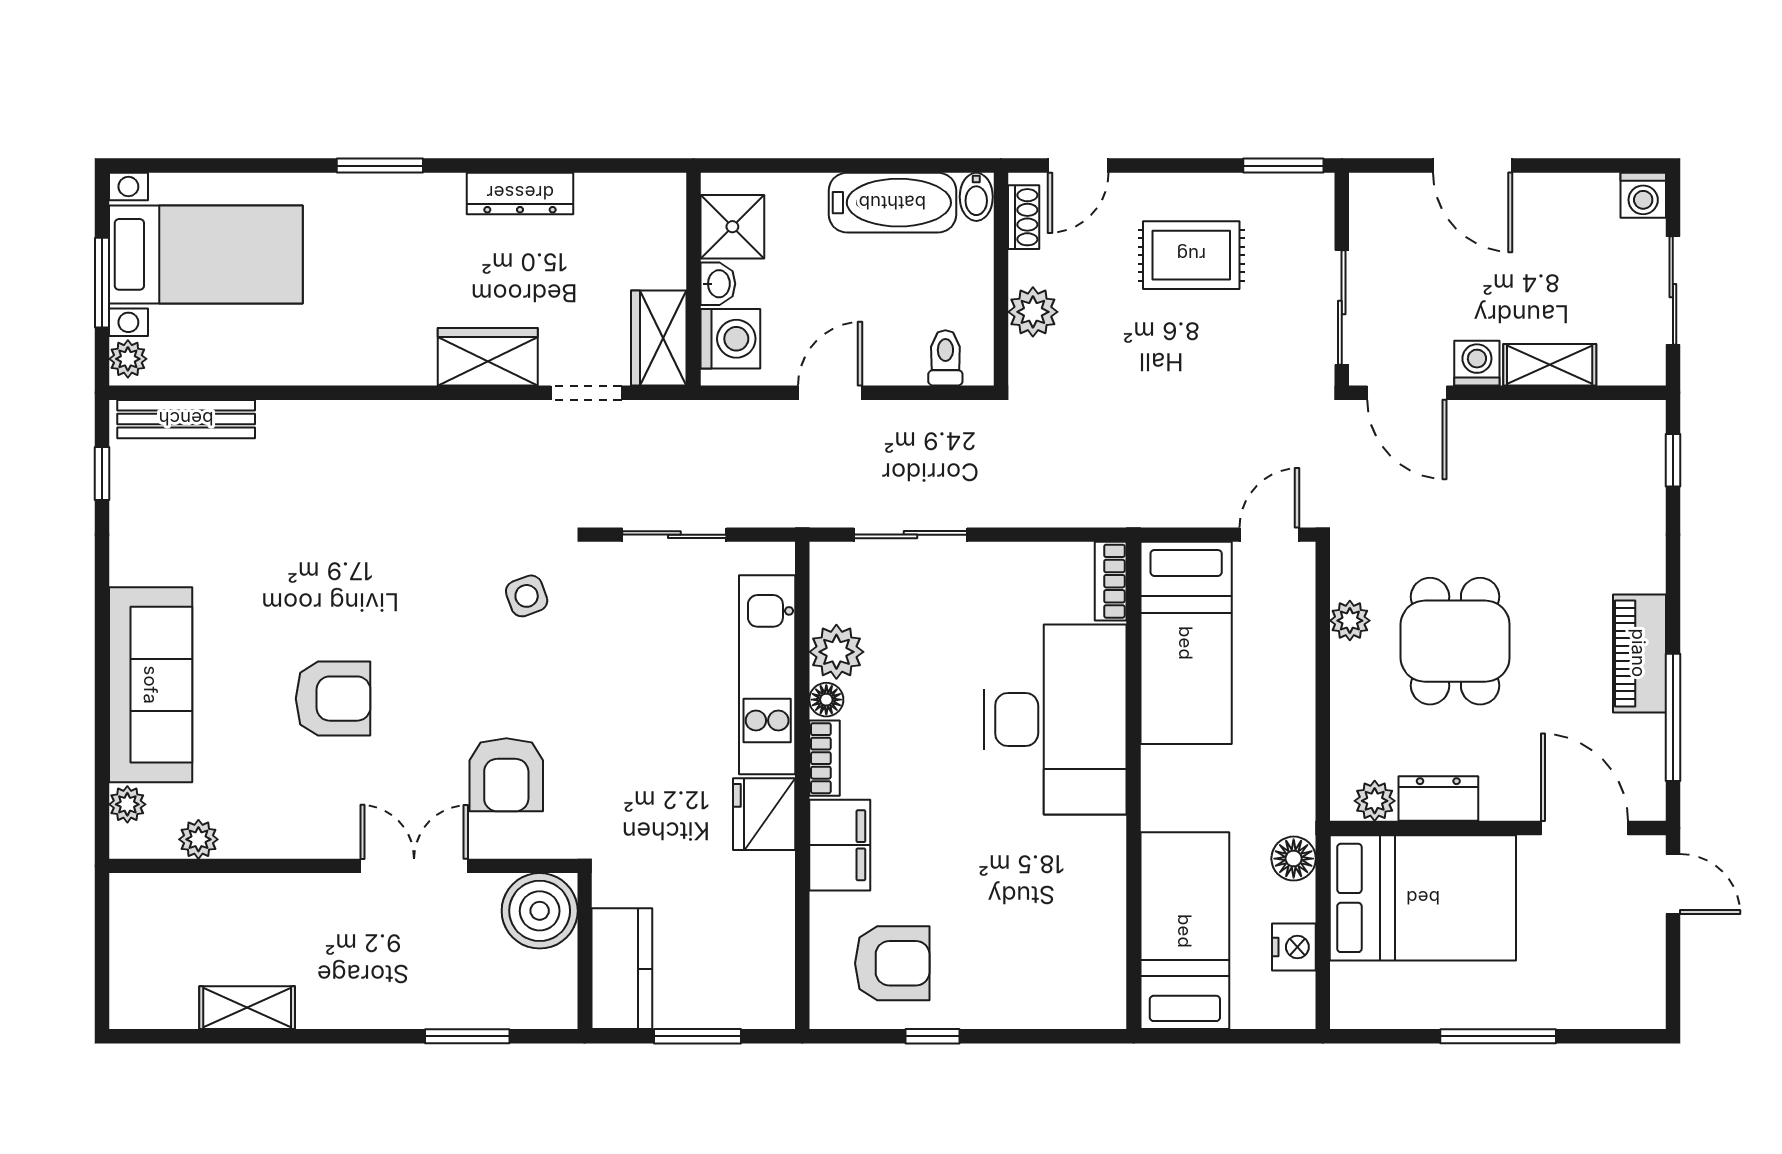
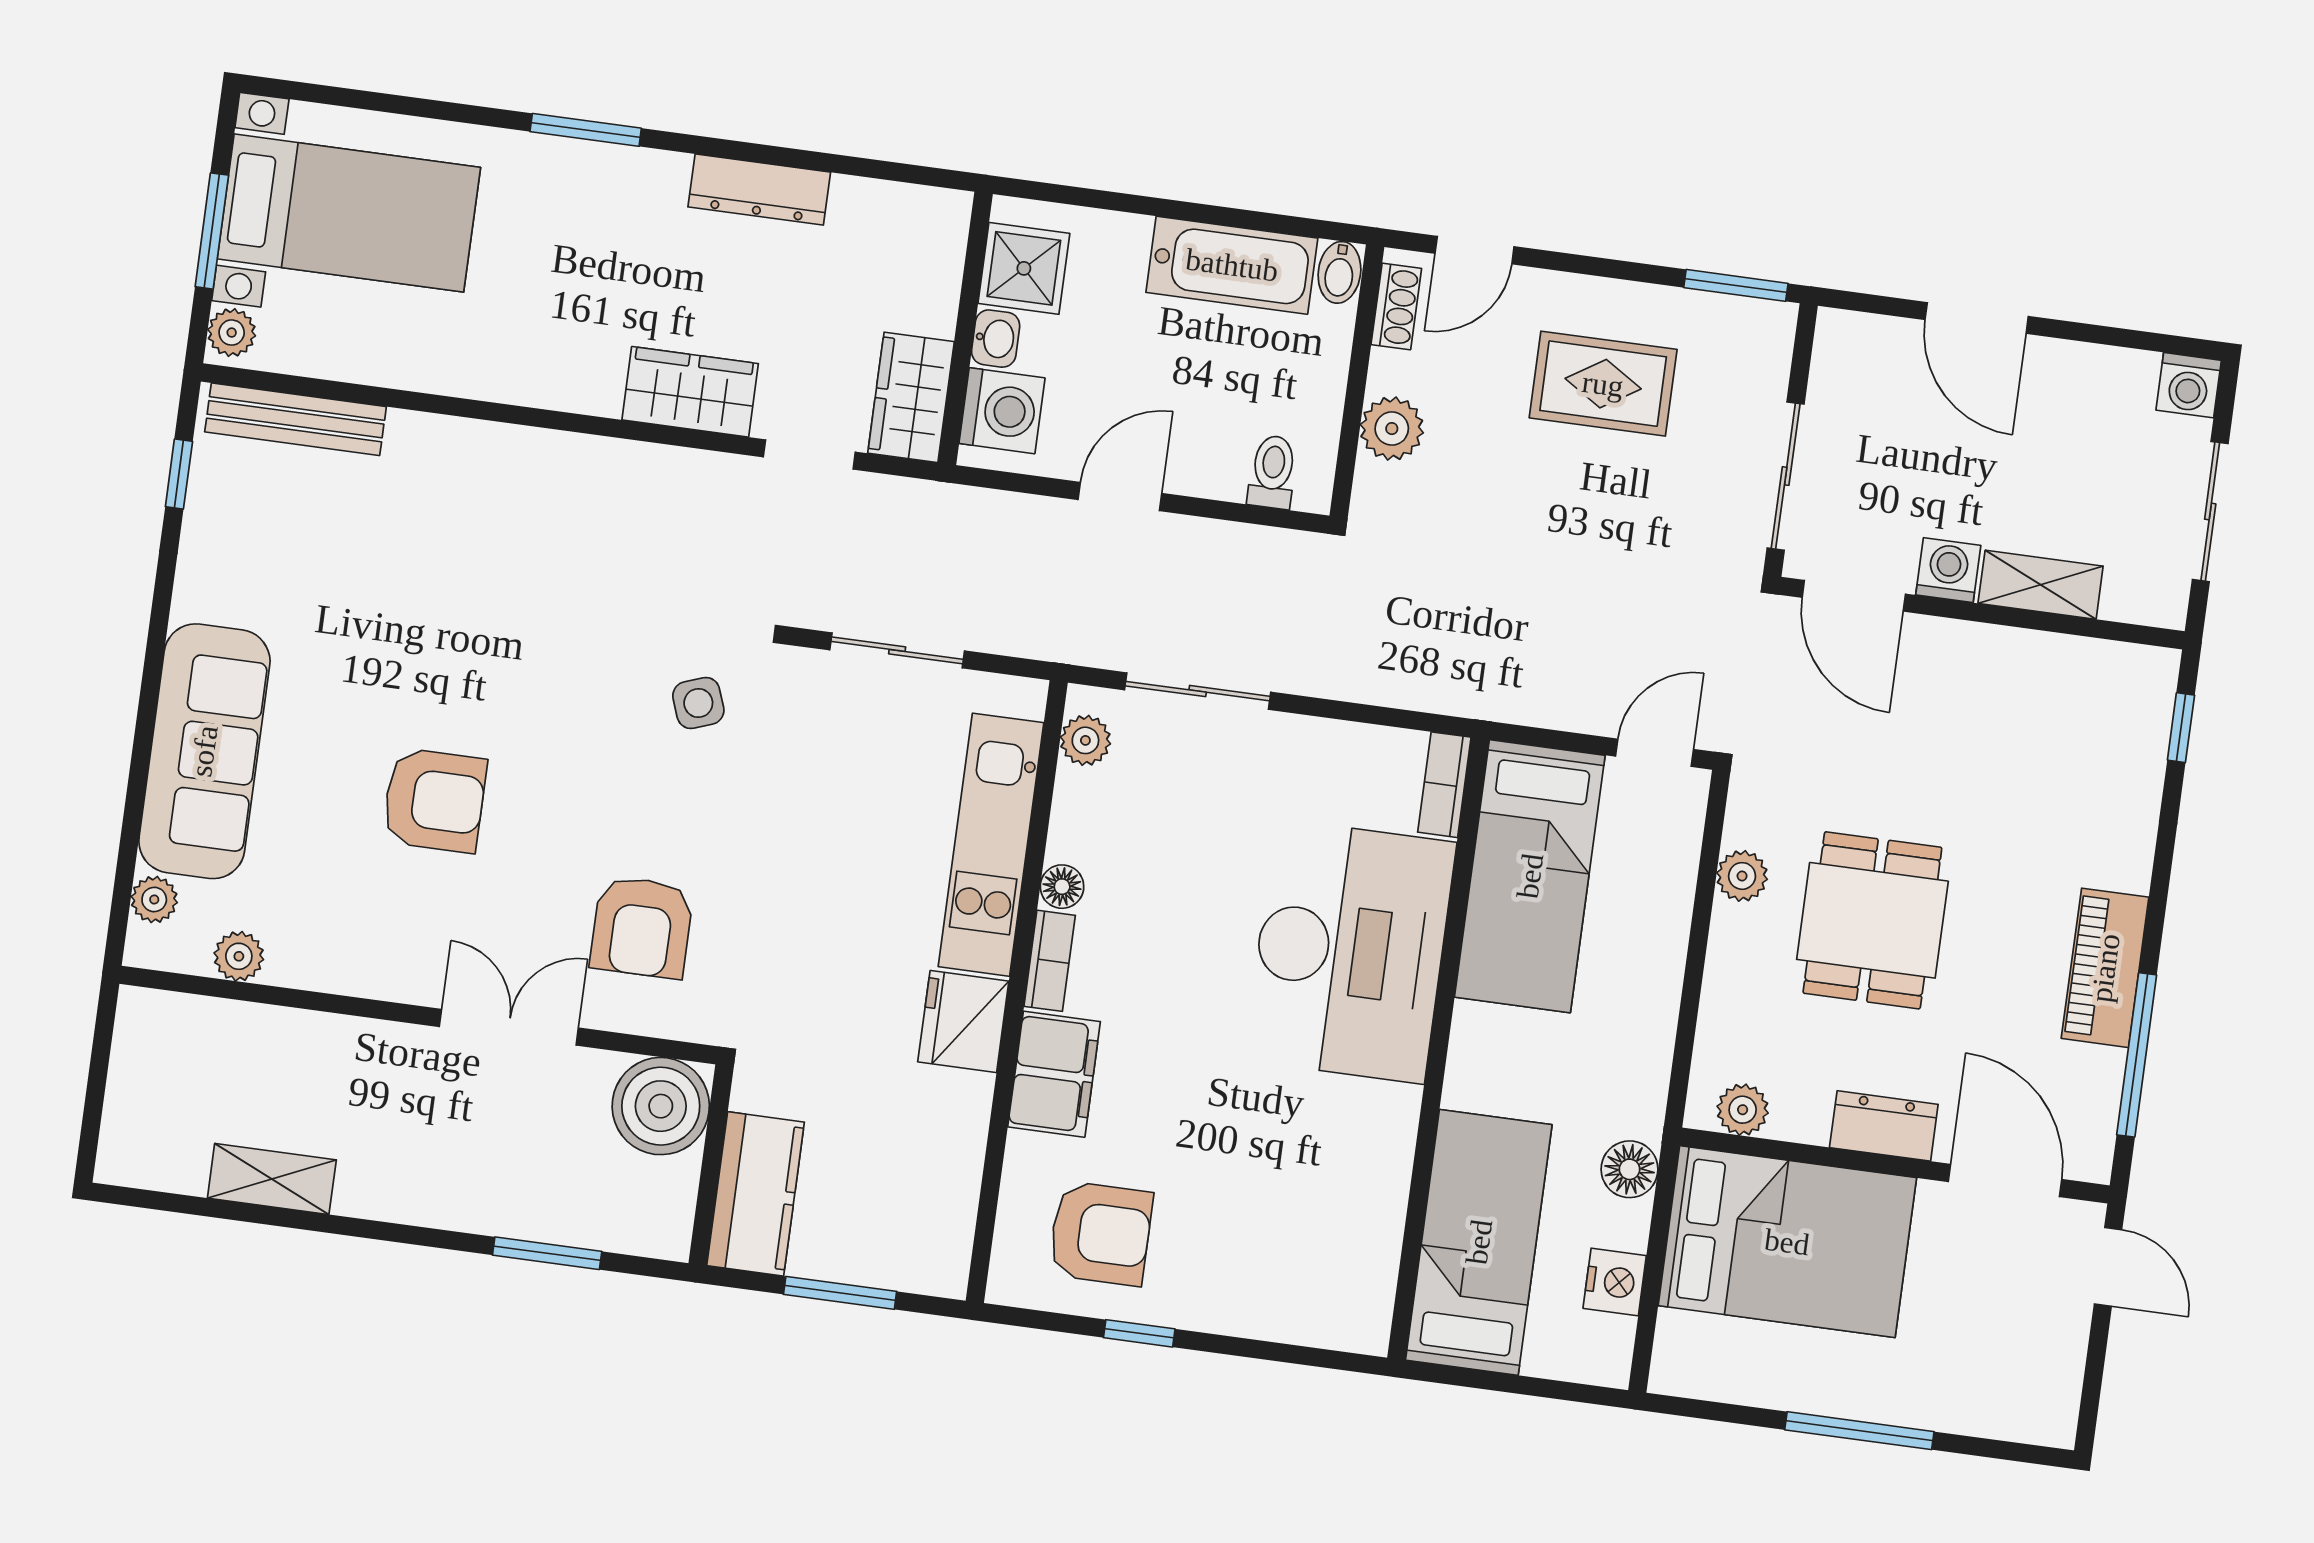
plant: (836, 652) -> (1085, 740), moved, width x0.73, depth x0.73
dresser: (1438, 799) -> (1884, 1126), moved

